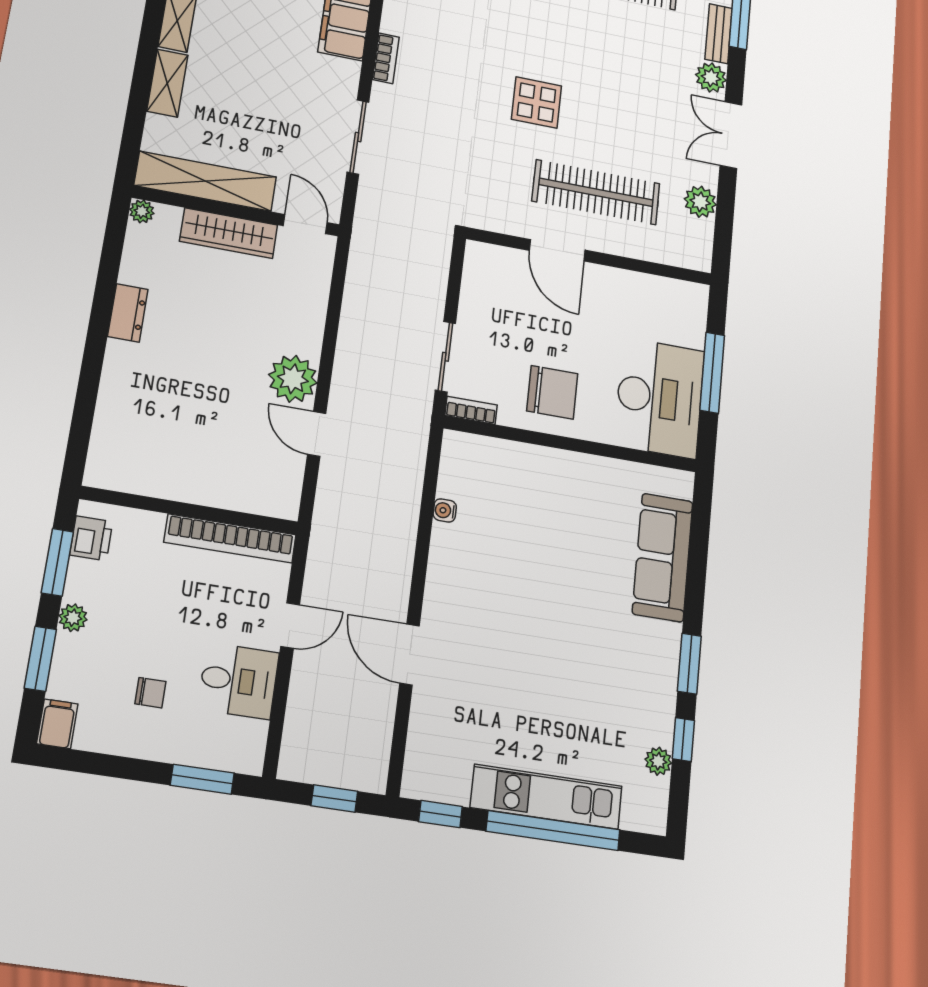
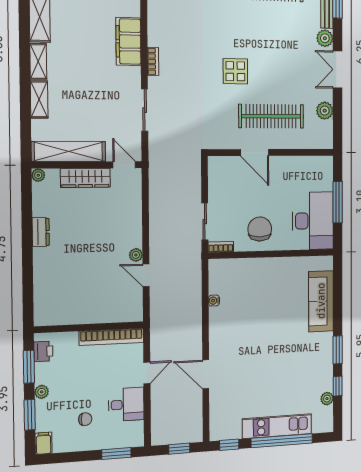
plant: (293, 379) -> (136, 255), width x0.53, depth x0.53
chair: (552, 392) -> (260, 229), turned -90

